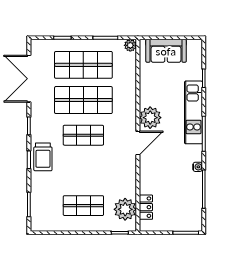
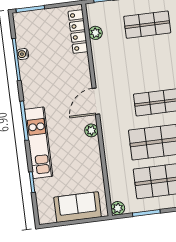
plant: (150, 118) -> (91, 130), width x0.53, depth x0.53
water cooler: (198, 167) -> (23, 54), moved
locker: (146, 207) -> (78, 32), width x1.53
plant: (125, 209) -> (95, 33), width x0.53, depth x0.53

